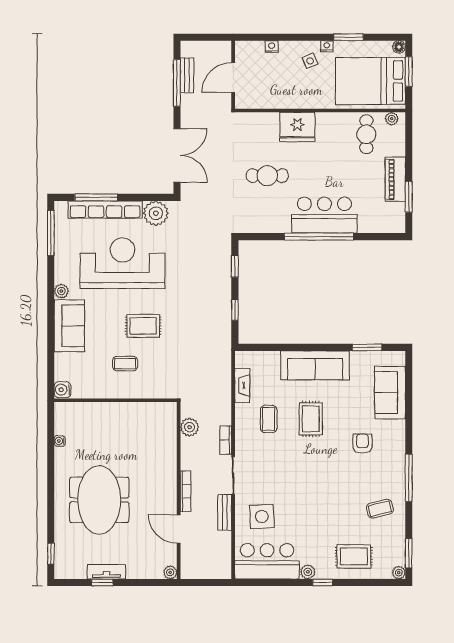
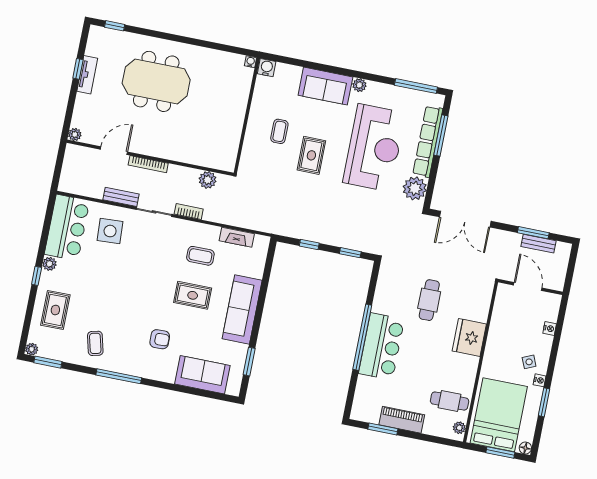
window: (177, 83) -> (533, 233), width x0.69
water cooler: (60, 441) -> (251, 62), moved

